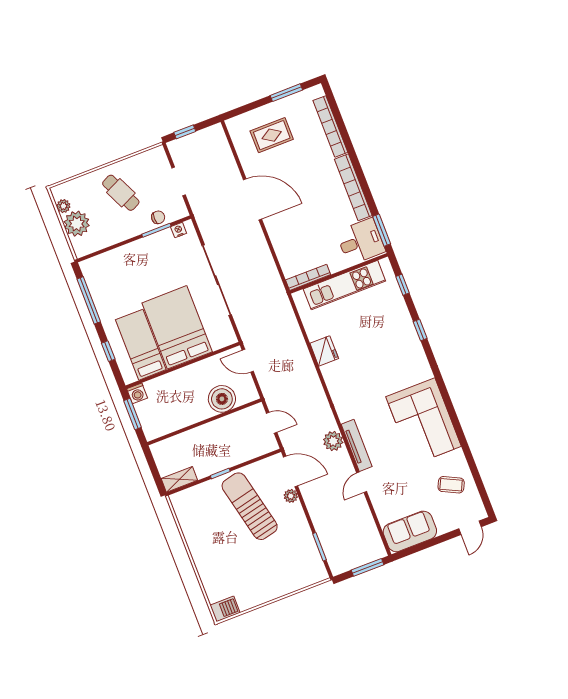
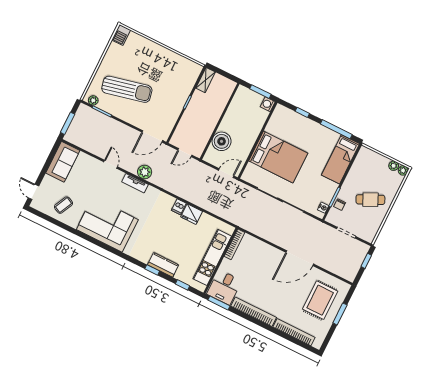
window: (286, 93) -> (340, 314), moved
rug: (272, 135) -> (320, 300), width x1.36, depth x1.43
plant: (77, 224) -> (403, 170), moved, width x0.53, depth x0.53
kitchen counter: (404, 325) -> (163, 265), added
bed: (141, 345) -> (341, 159), moved, turned 90
dishwasher: (331, 371) -> (179, 207), added
tv unit: (357, 445) -> (135, 183), width x0.71
plant: (291, 496) -> (93, 100), moved
sun lounger: (250, 506) -> (127, 89), moved

